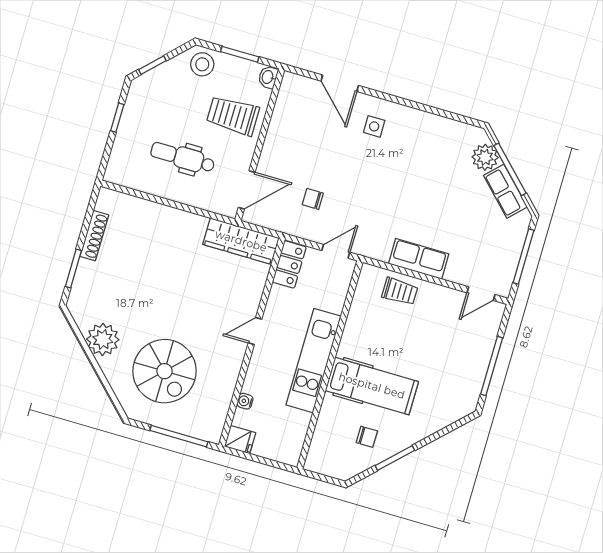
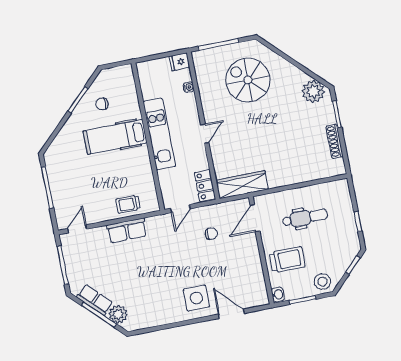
side table: (374, 126) -> (196, 298), width x1.87, depth x1.87
plant: (103, 339) -> (313, 91), moved

